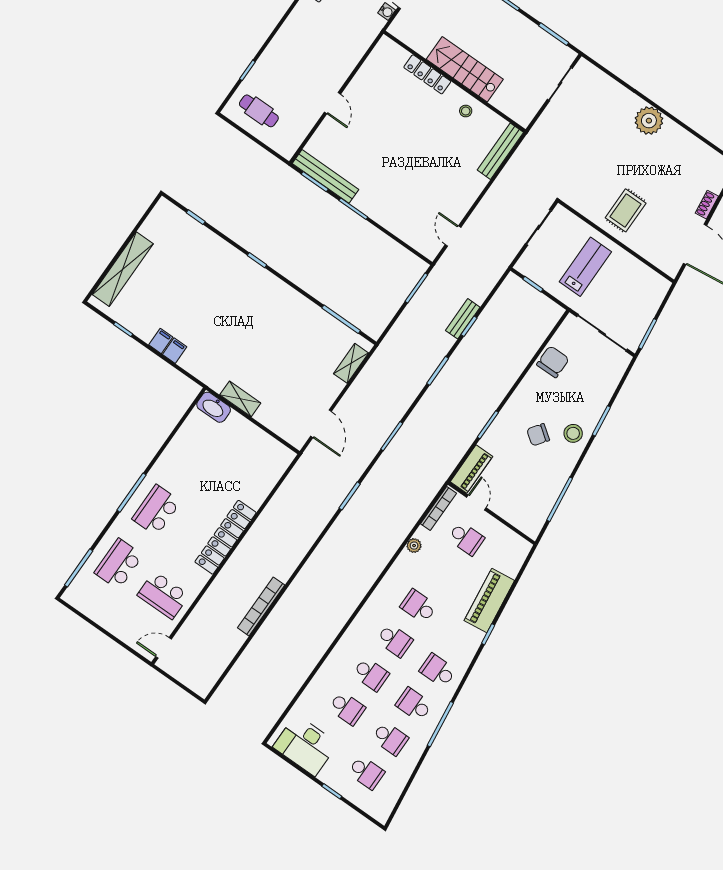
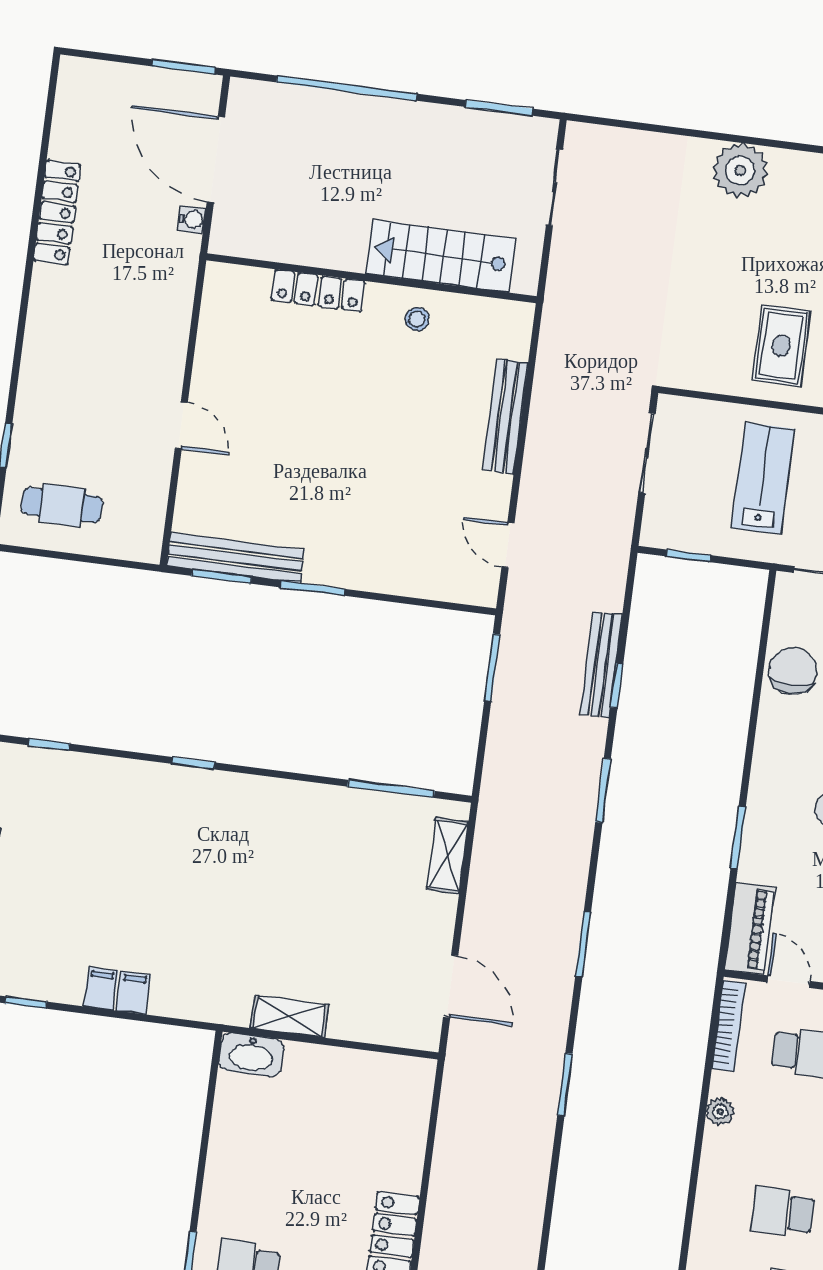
stairs: (465, 69) -> (441, 256), moved
bench: (500, 151) -> (505, 416), moved
bench: (463, 319) -> (601, 665), width x1.36

